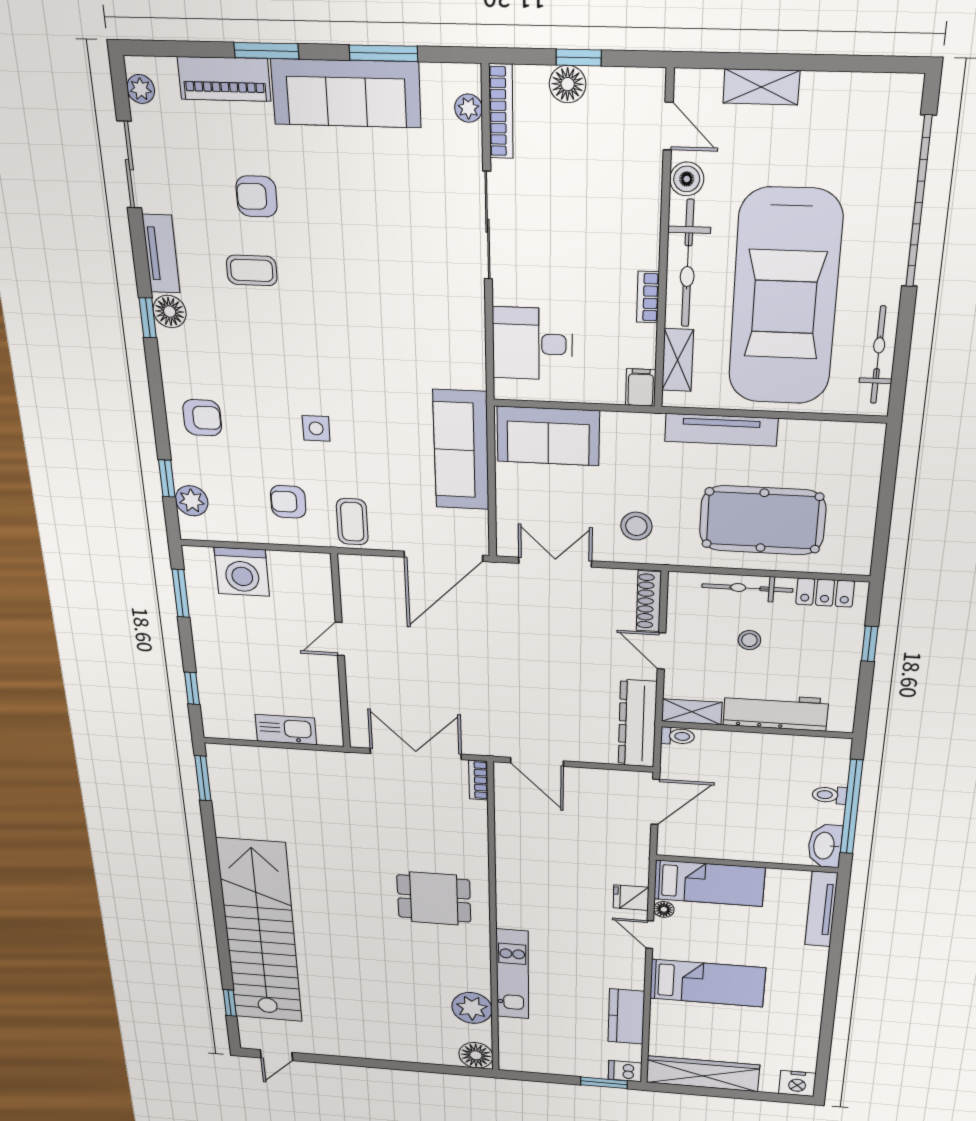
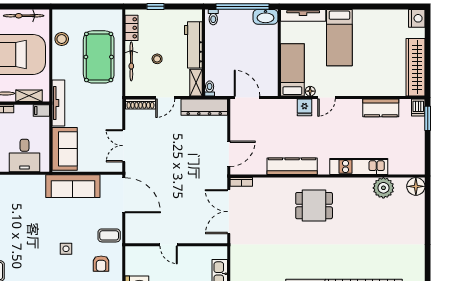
tv unit: (721, 430) -> (58, 103), moved
stool: (636, 526) -> (62, 39), moved
toilet: (829, 795) -> (213, 17), moved
kitchen counter: (512, 869) -> (292, 166), added
dining table: (434, 898) -> (314, 206), turned 90
bed: (707, 983) -> (339, 38), moved, turned 180

